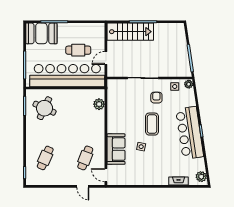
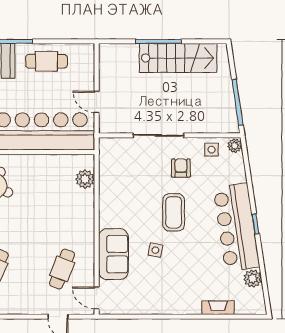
stairs: (130, 32) -> (178, 58), moved
cafe table: (78, 50) -> (47, 61), moved
door: (106, 58) -> (97, 102), hinge flipped
plant: (201, 177) -> (253, 279), moved

